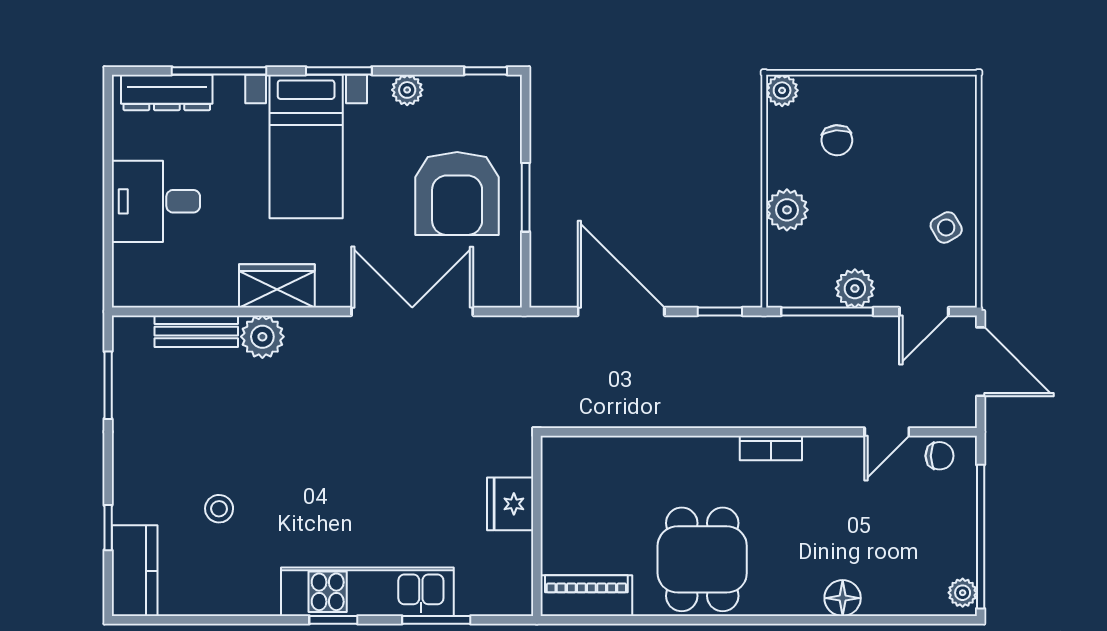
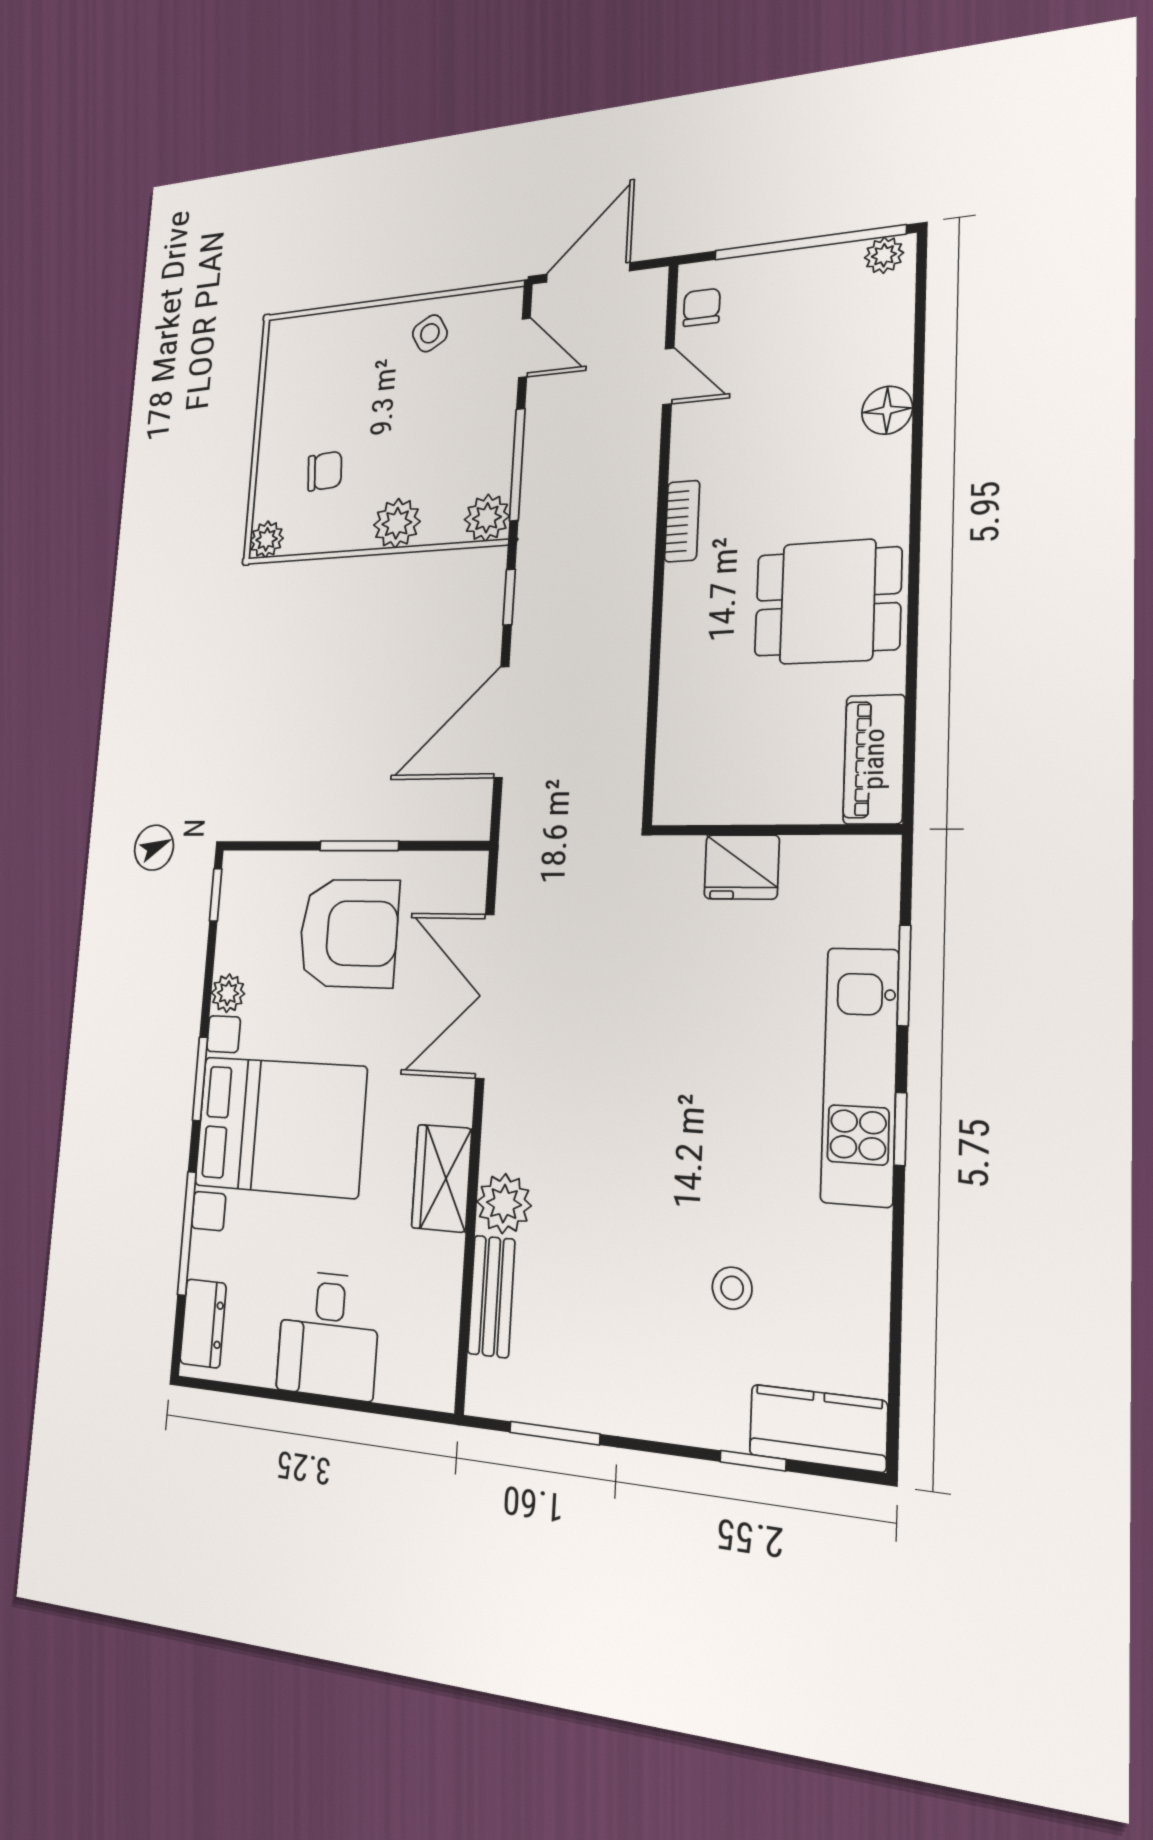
dresser: (167, 92) -> (203, 1323), width x0.70
bed with nightstands: (306, 146) -> (280, 1126), width x1.36
plant: (855, 288) -> (487, 518), moved

